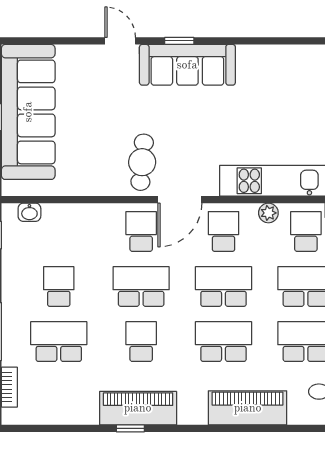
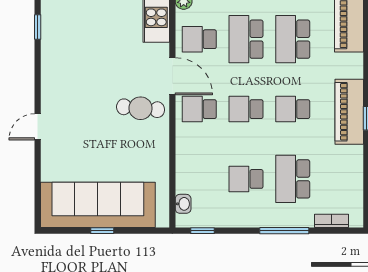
window: (179, 41) -> (38, 27), moved
sofa: (187, 65) -> (58, 70), removed
school desk: (141, 286) -> (246, 109), width x0.54

